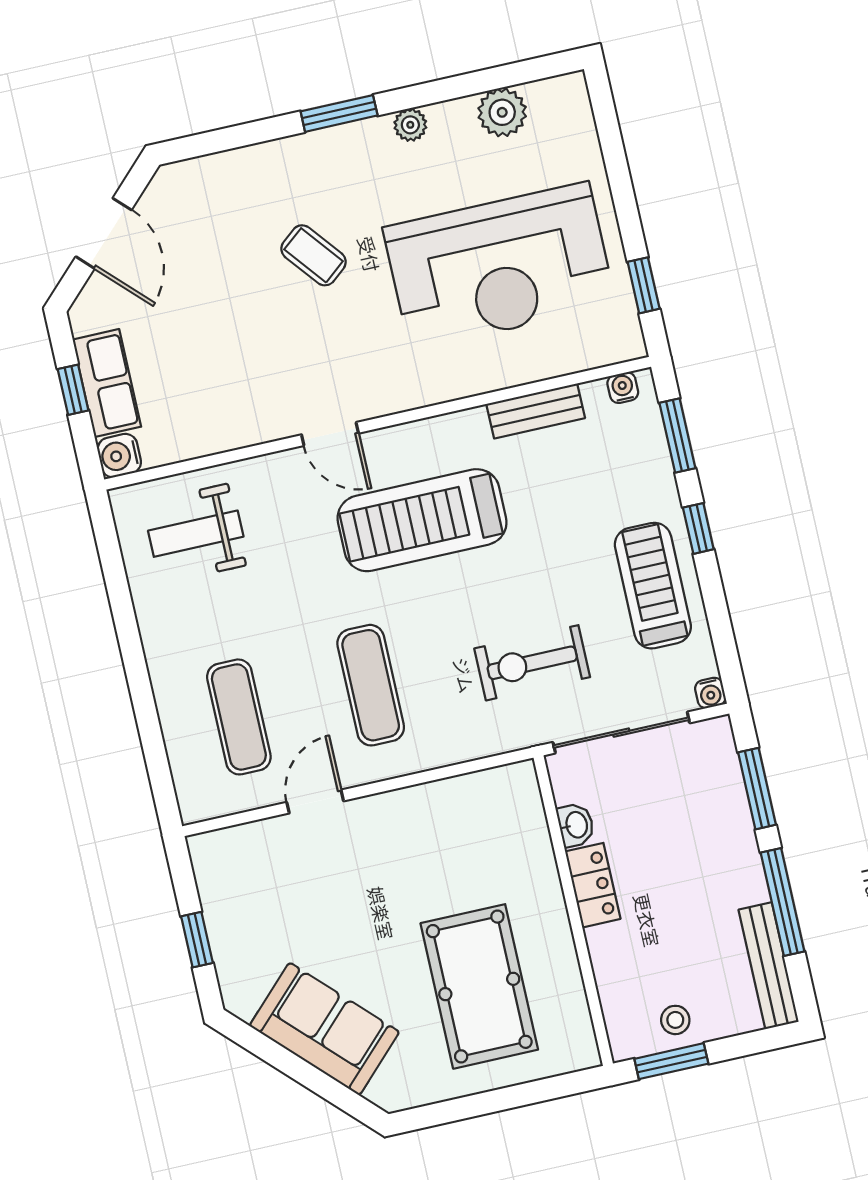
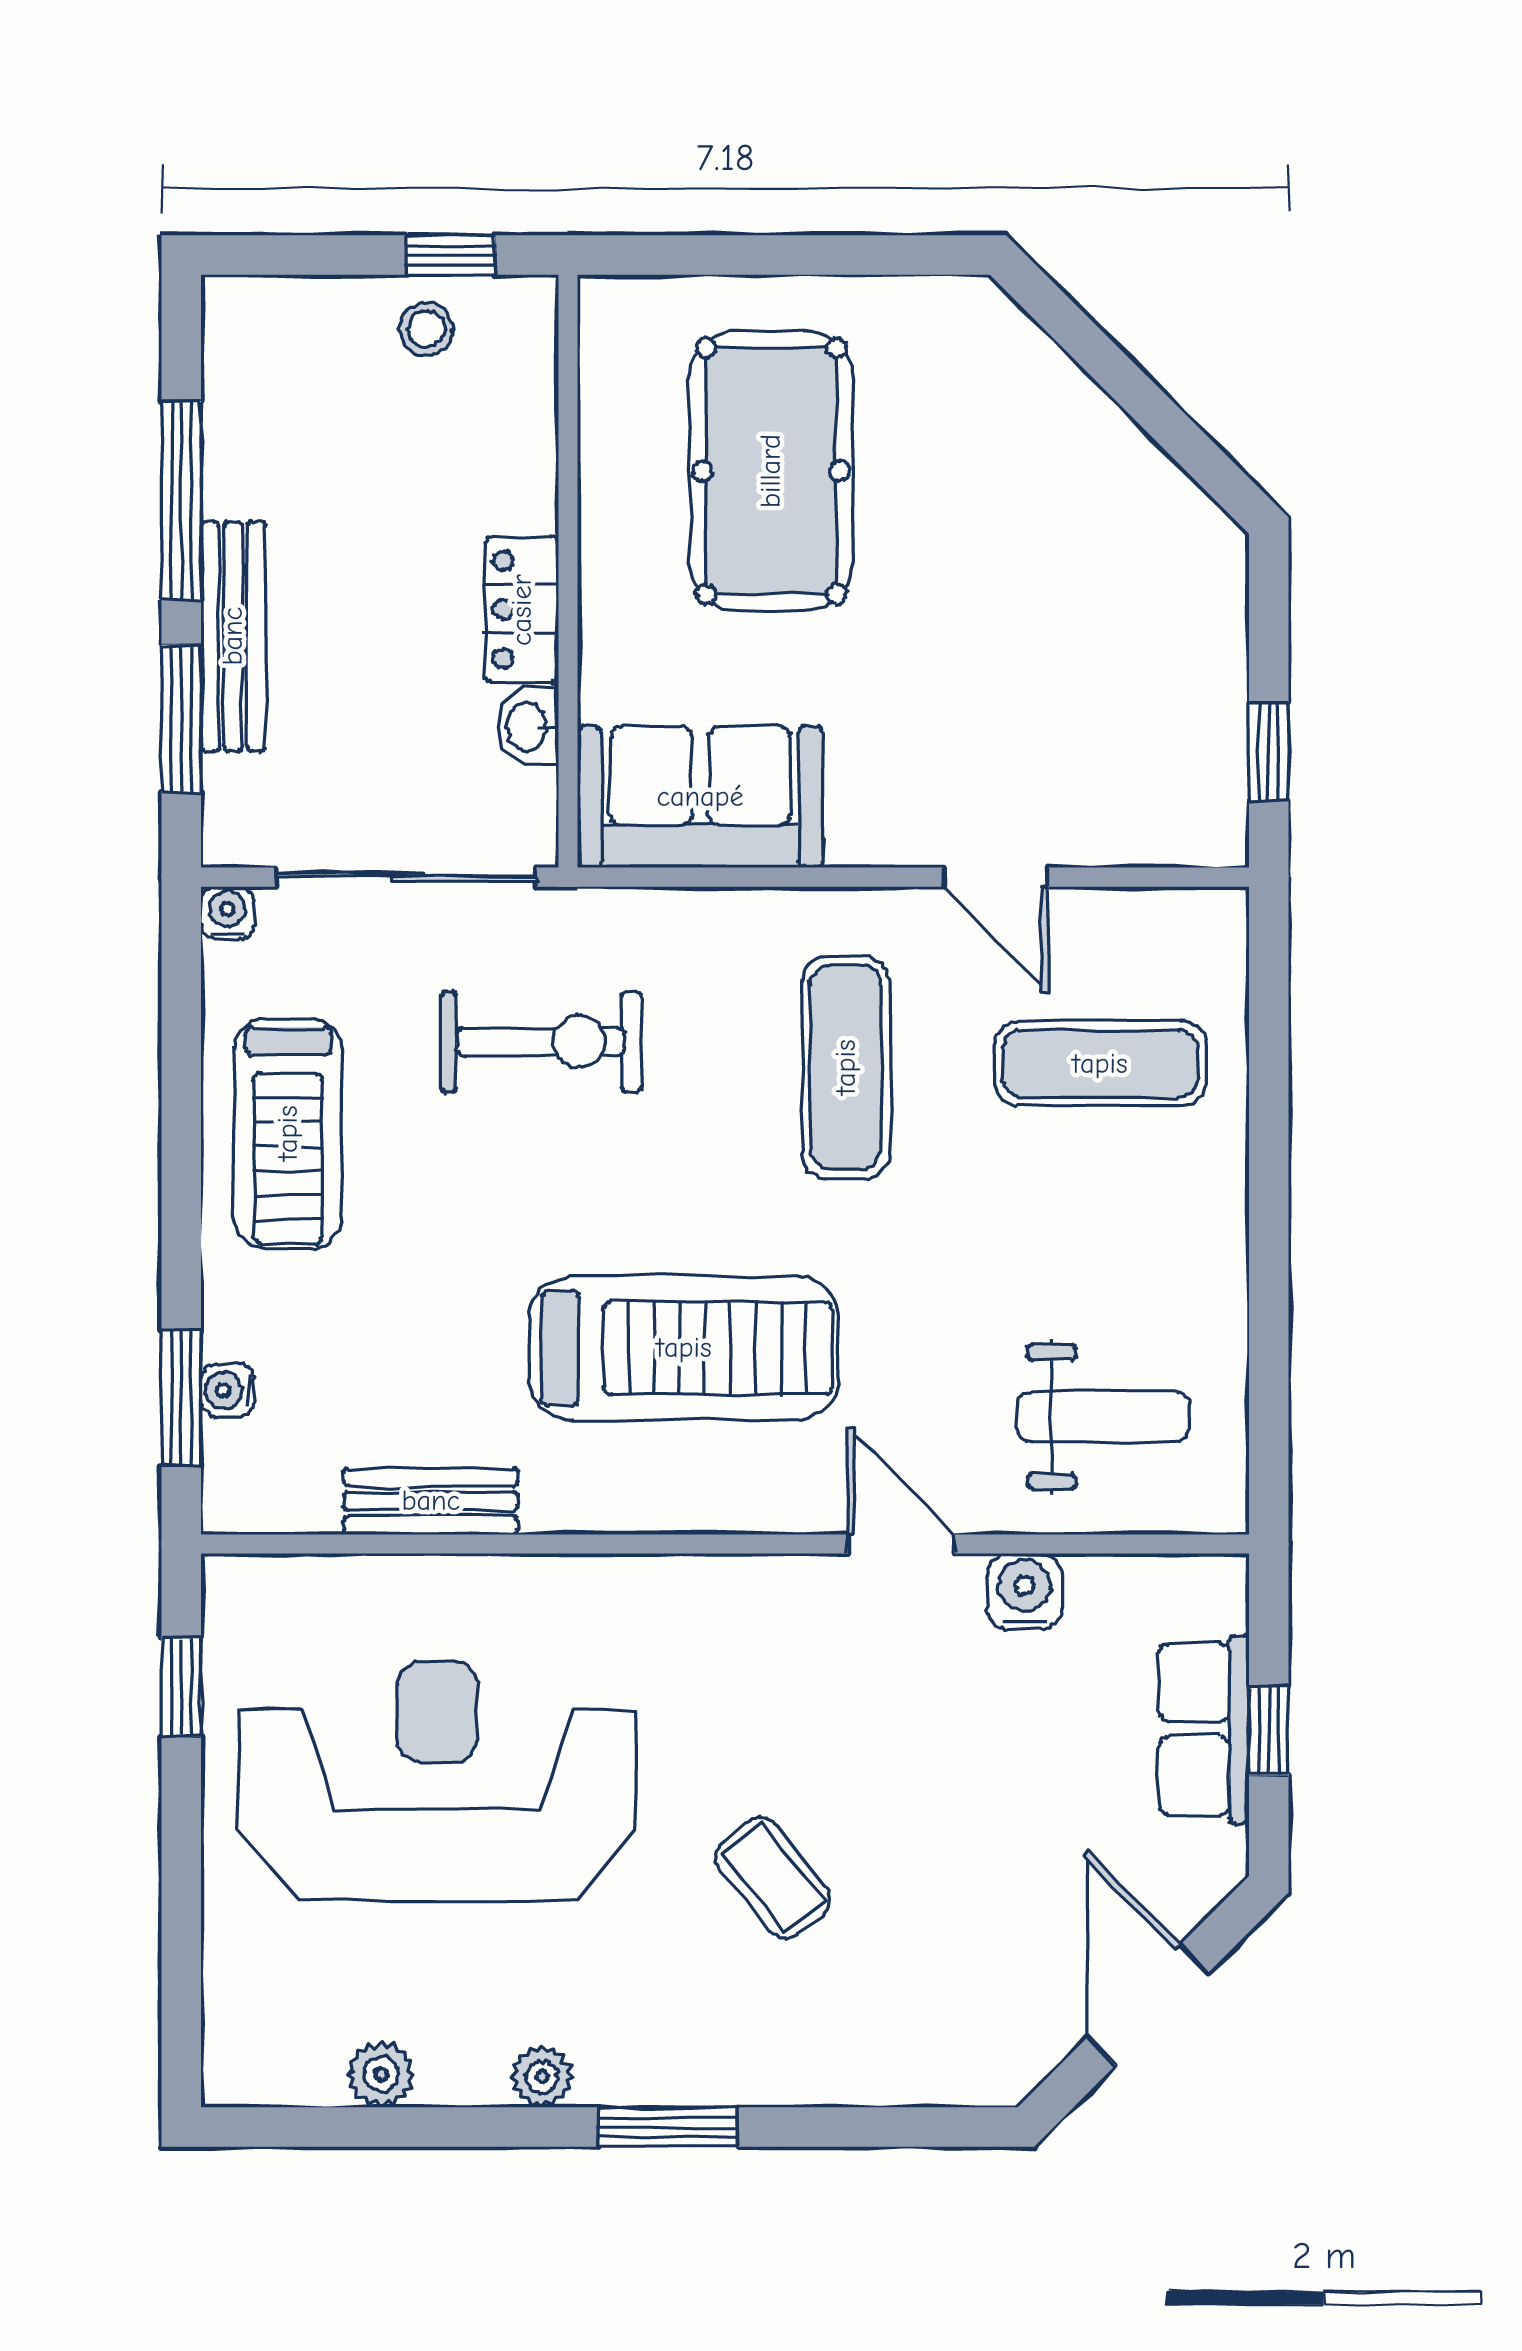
plant: (502, 112) -> (381, 2074), width x0.73, depth x0.73
water cooler: (623, 388) -> (228, 1391), moved, turned 90
door: (330, 434) -> (901, 1544), moved
water cooler: (119, 456) -> (1025, 1591), moved, turned -90
window: (698, 528) -> (181, 1219), removed
exercise mat: (239, 717) -> (1100, 1064), turned 90
door: (315, 802) -> (995, 877), hinge flipped
window: (197, 940) -> (1269, 751), moved
bench: (769, 966) -> (233, 636), moved
sofa: (324, 1029) -> (700, 797), moved, turned 135
window: (671, 1061) -> (451, 255), width x0.67

